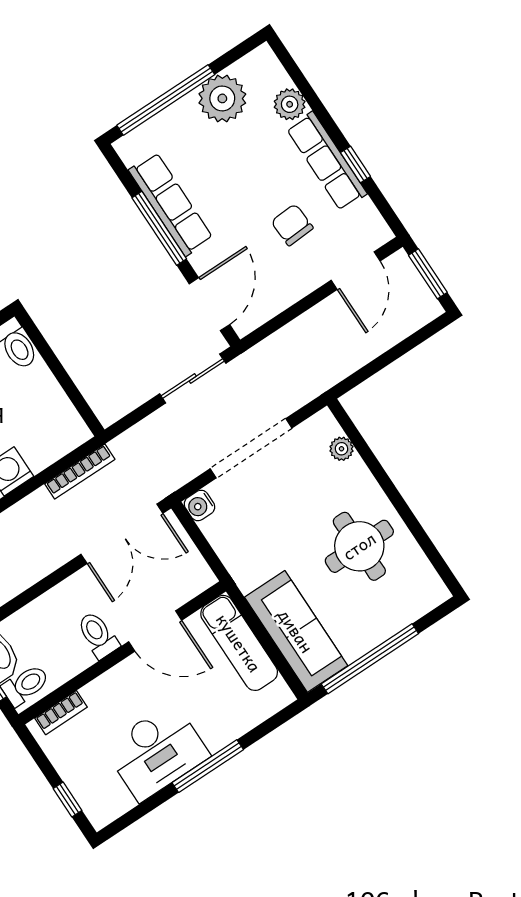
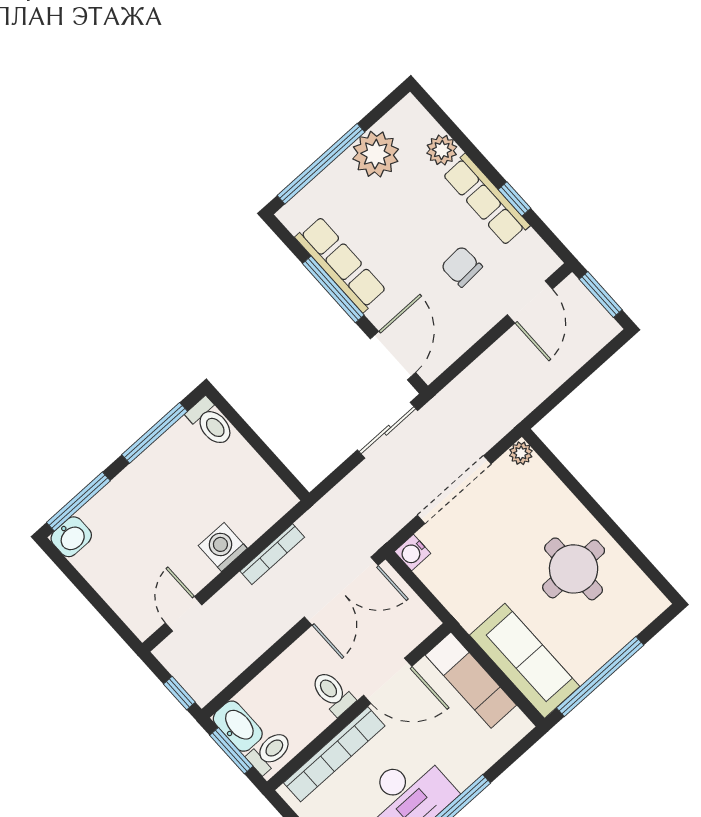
plant: (341, 449) -> (521, 453), moved
bookcase: (80, 472) -> (272, 554), moved
bookcase: (61, 713) -> (334, 754), width x2.31, depth x1.31

